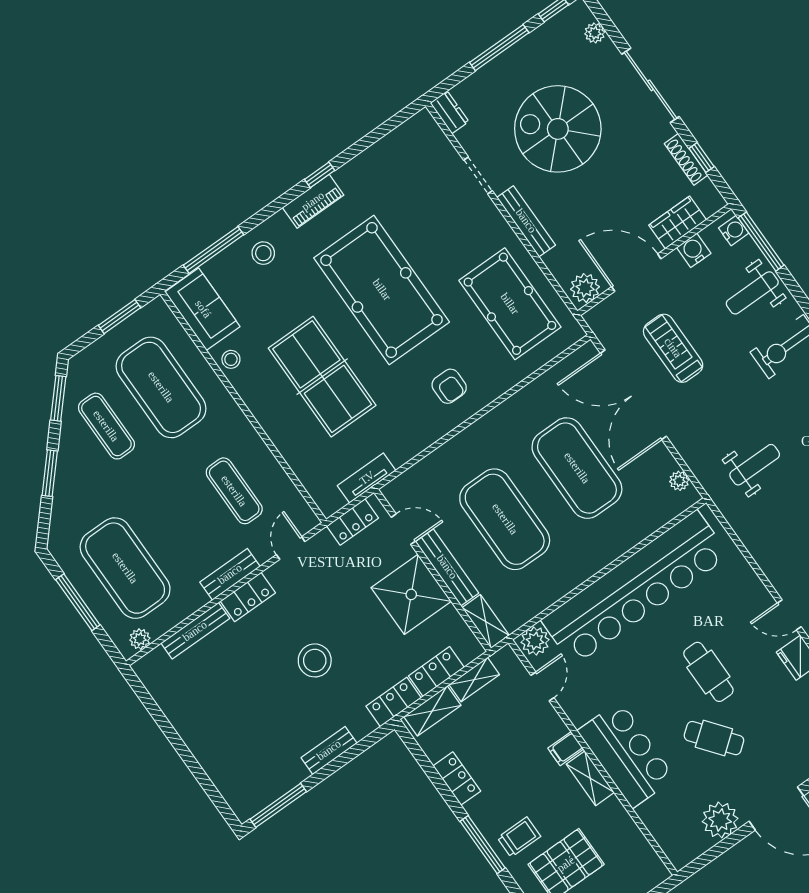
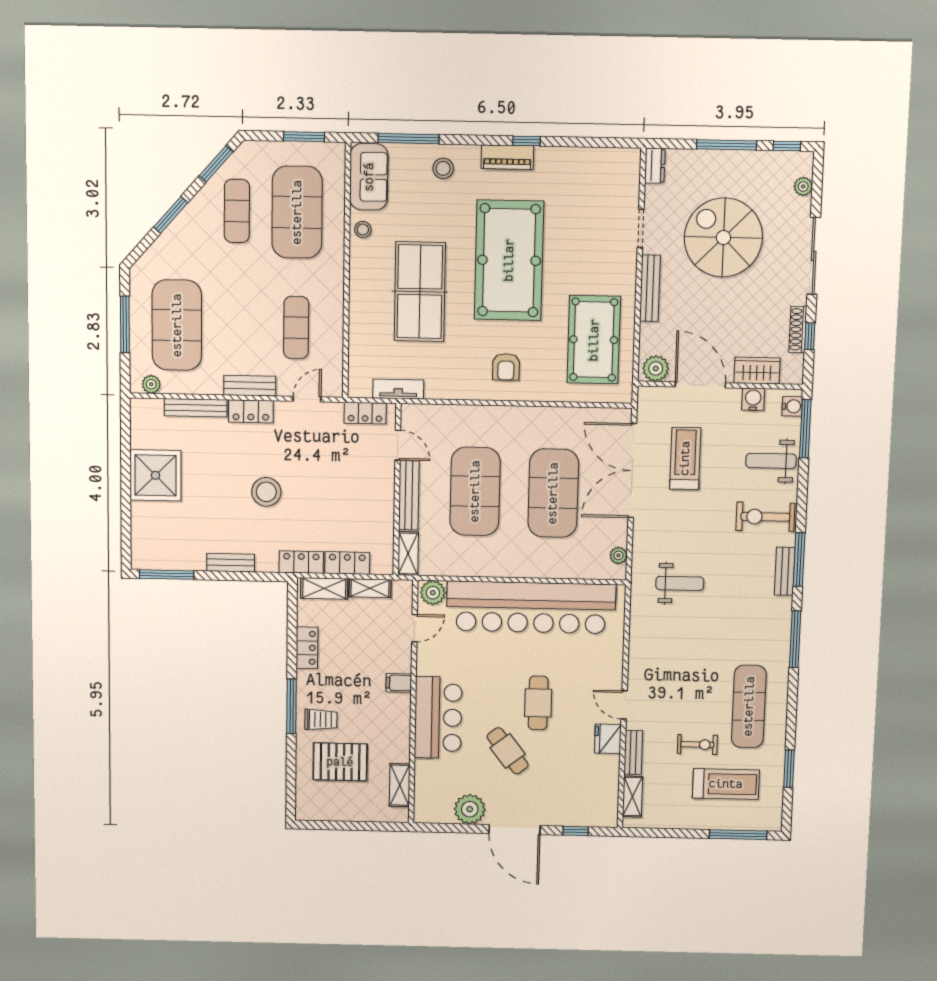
shower: (411, 594) -> (155, 475), moved
shelving: (590, 778) -> (400, 785), moved

